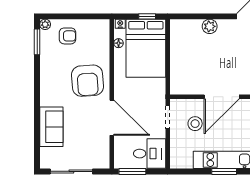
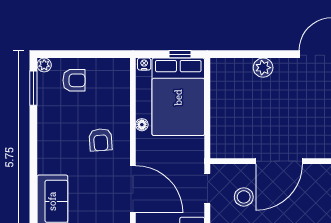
floor lamp: (119, 43) -> (142, 125), moved
armchair: (87, 81) -> (101, 140), width x0.53, depth x0.53

